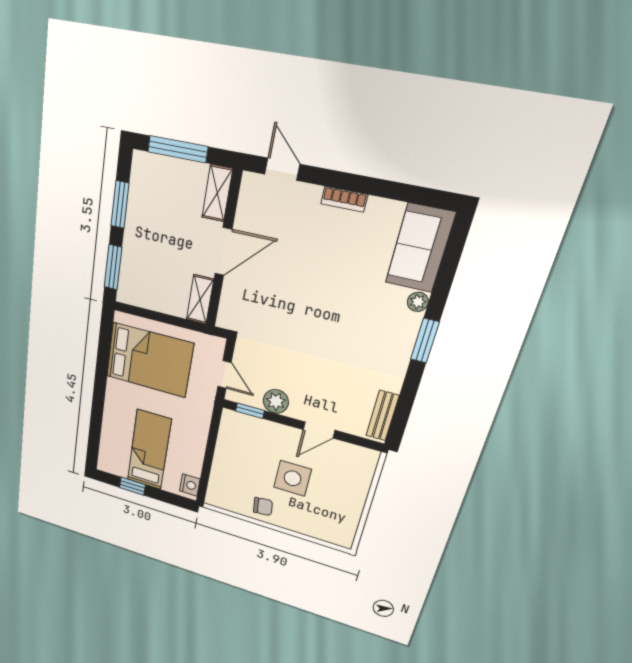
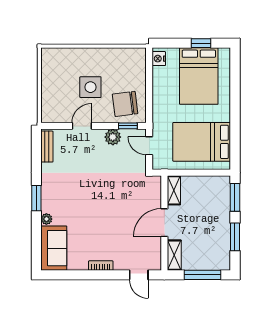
bed: (149, 450) -> (199, 76), width x1.50
chair: (263, 507) -> (125, 104), moved, width x1.87, depth x1.87

